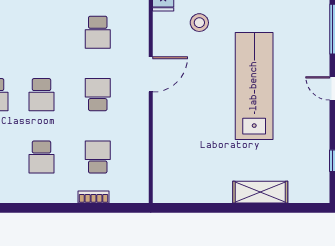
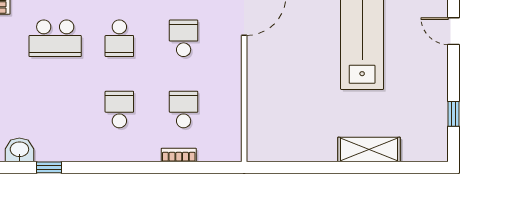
school desk: (41, 157) -> (119, 109), turned 180

